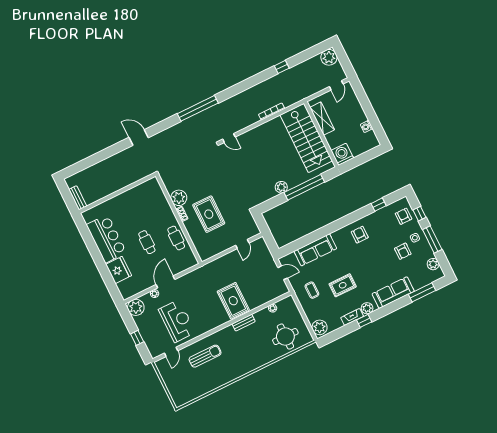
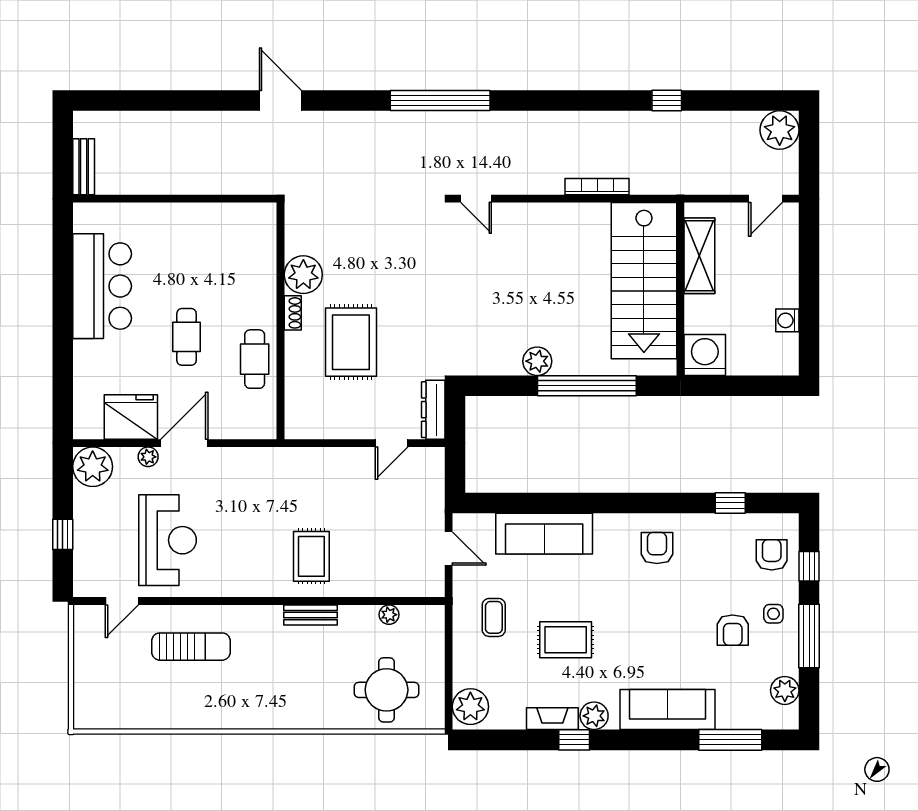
dresser: (252, 224) -> (433, 410), added
fridge: (119, 270) -> (131, 417), moved, turned -90
rug: (233, 301) -> (311, 556), width x0.73, depth x0.70

